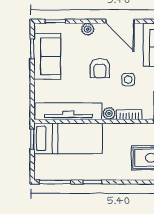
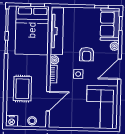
sofa: (47, 56) -> (110, 24), moved, turned 90
armchair: (100, 68) -> (87, 54), turned -90
bed: (68, 138) -> (32, 30), width x1.50

